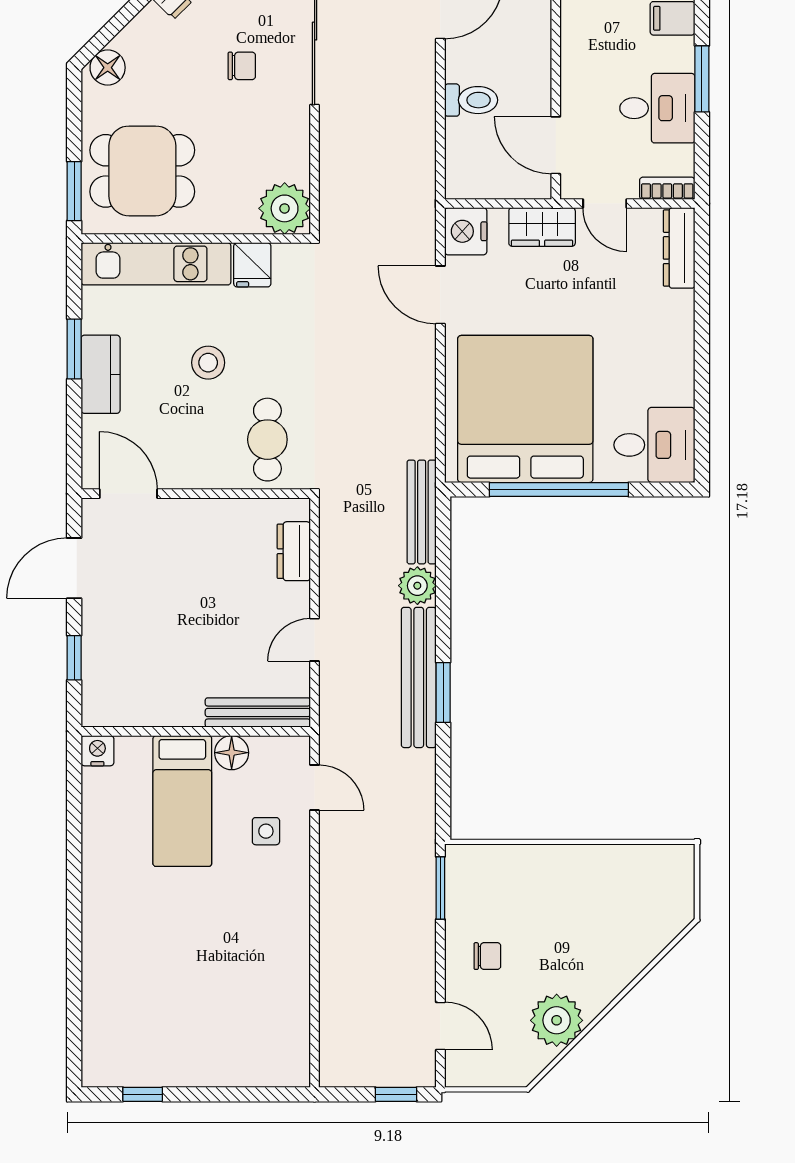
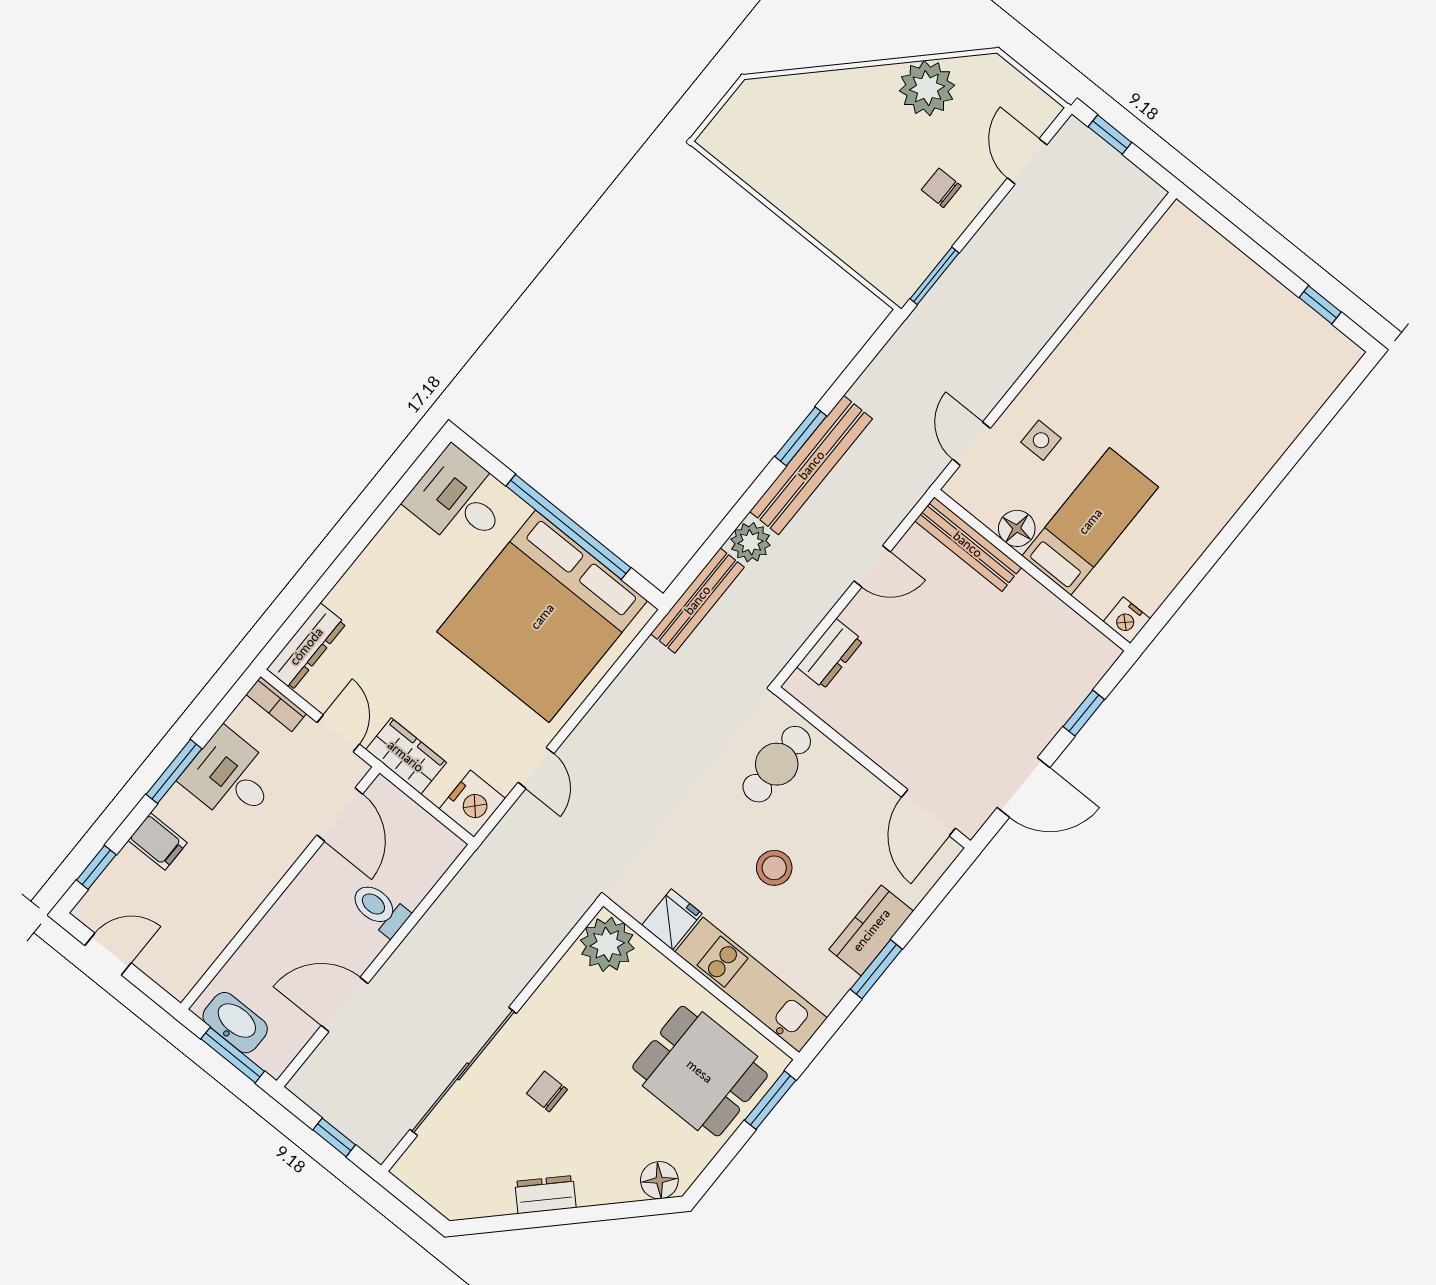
door: (440, 295) -> (536, 768), width x0.73

